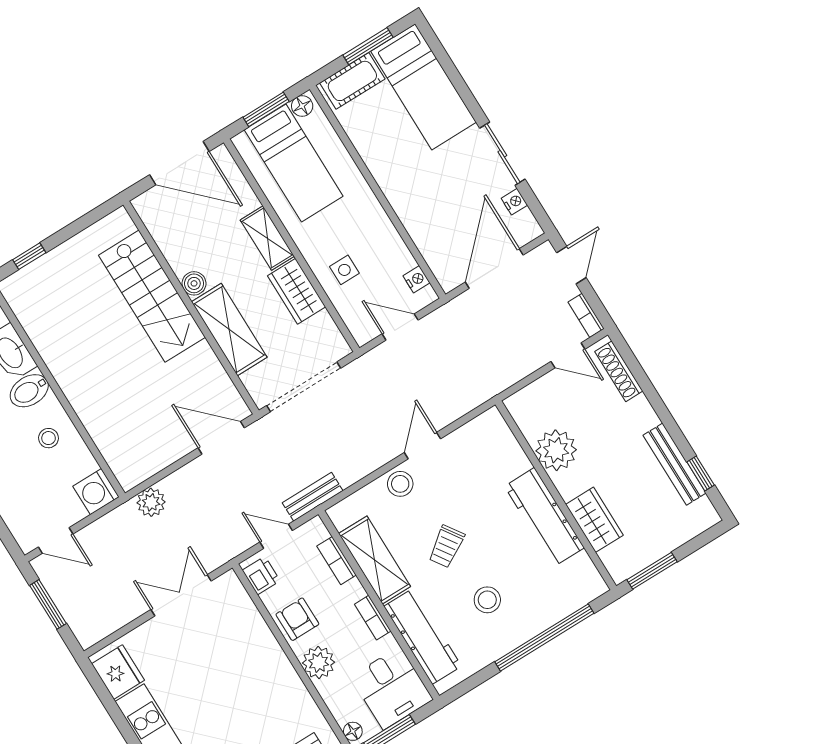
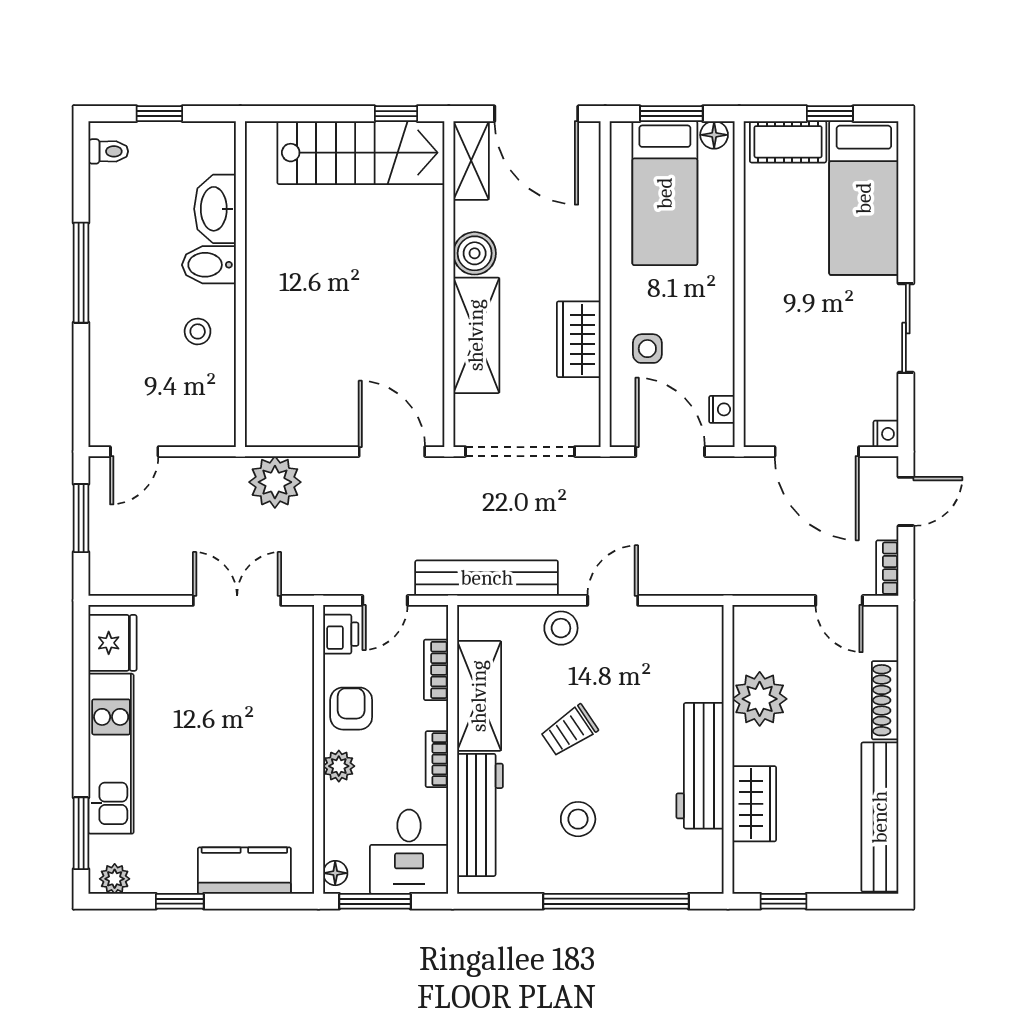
window: (368, 46) -> (830, 114), width x0.67
nightstand: (514, 202) -> (886, 434), moved
shelving: (267, 238) -> (471, 160), moved
window: (29, 256) -> (396, 114), moved
door: (494, 269) -> (817, 452), swing flipped
boiler: (194, 283) -> (475, 253), width x1.36, depth x1.36
stairs: (152, 296) -> (361, 153), moved, turned -90
door: (400, 327) -> (670, 452), width x1.38
shoe rack: (619, 371) -> (885, 700), moved
bench: (675, 464) -> (880, 817), width x1.37, depth x1.21
window: (701, 473) -> (906, 826), removed
washing machine: (96, 492) -> (214, 425), removed
bench: (313, 497) -> (487, 578), width x1.86, depth x1.21
plant: (151, 502) -> (275, 482), width x1.36, depth x1.36
door: (276, 536) -> (385, 600), swing flipped
door: (56, 540) -> (134, 452), hinge flipped
window: (652, 571) -> (783, 901), width x0.67
plant: (319, 663) -> (339, 766), width x0.73, depth x0.73

